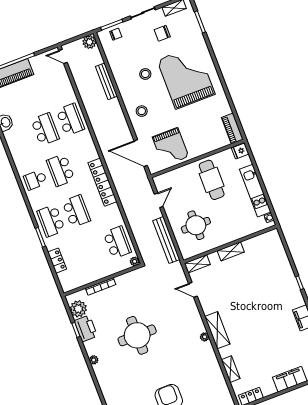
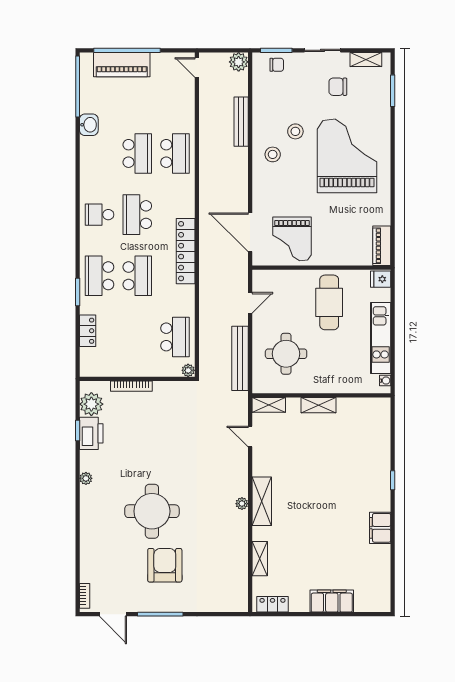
stool: (142, 111) -> (273, 154), moved
round table: (137, 335) -> (152, 511), moved

